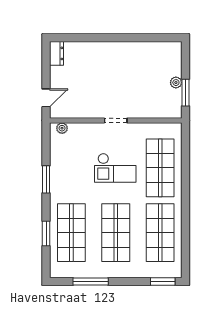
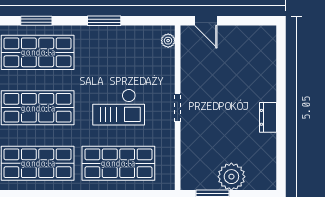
dresser: (57, 53) -> (268, 117), moved, turned 90
plant: (176, 83) -> (231, 177), width x1.88, depth x1.88
checkout: (115, 168) -> (119, 107), turned -90

